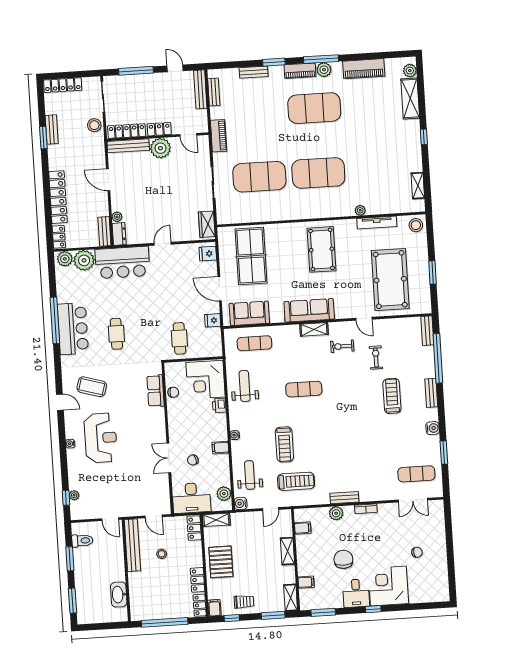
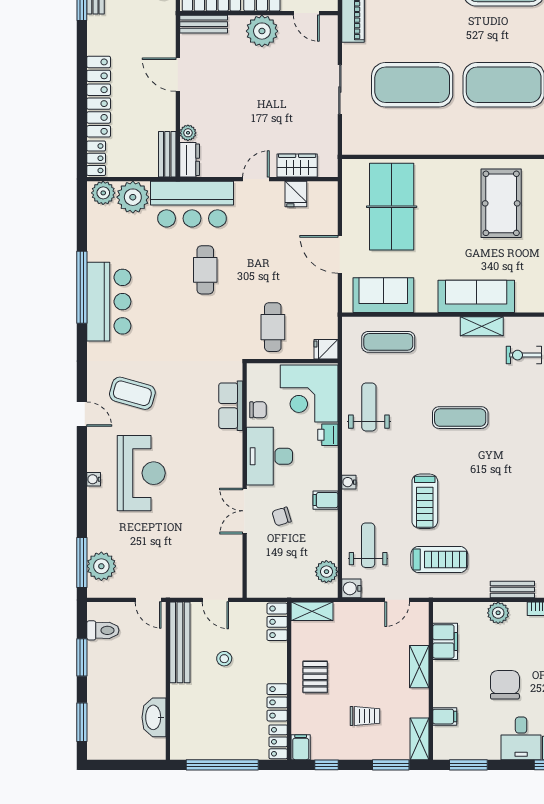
bench: (128, 146) -> (204, 24), width x0.73
wardrobe: (207, 224) -> (297, 165), moved, turned 90
fridge: (208, 254) -> (296, 194), moved, turned -90
fridge: (213, 320) -> (326, 349), moved
cafe table: (116, 334) -> (205, 270), moved
plant: (74, 495) -> (101, 566), width x1.88, depth x1.88
window: (66, 498) -> (82, 563), width x2.17
desk: (191, 498) -> (270, 456), moved, turned 90
filing cabinet: (303, 528) -> (445, 641), width x2.00
pallet: (221, 562) -> (315, 677), width x0.67, depth x0.71
trolley: (244, 602) -> (365, 716), moved

